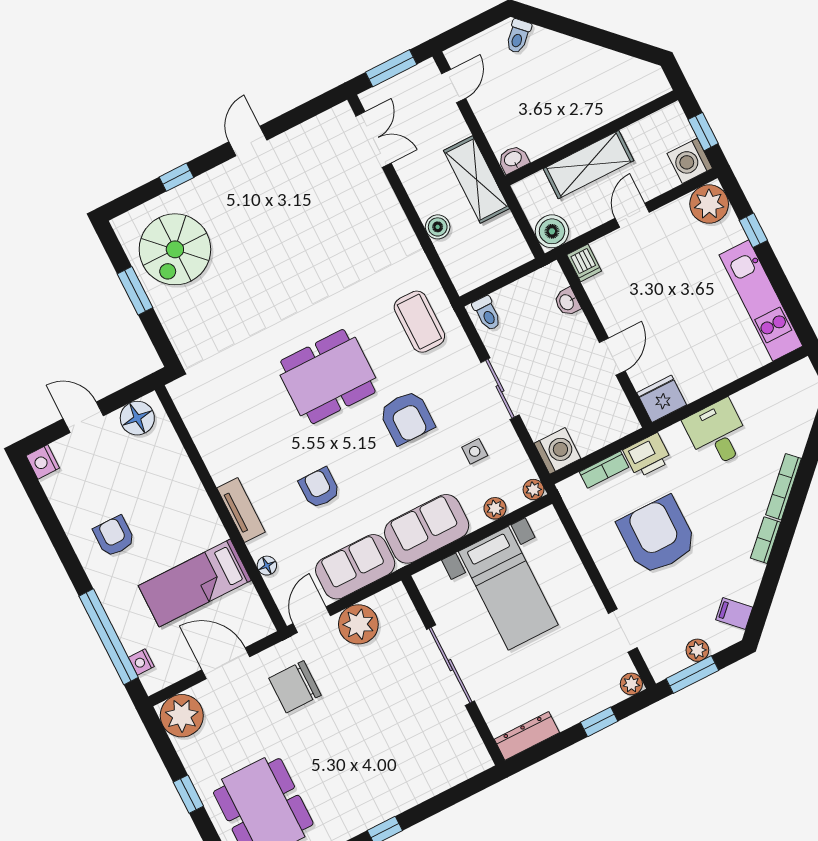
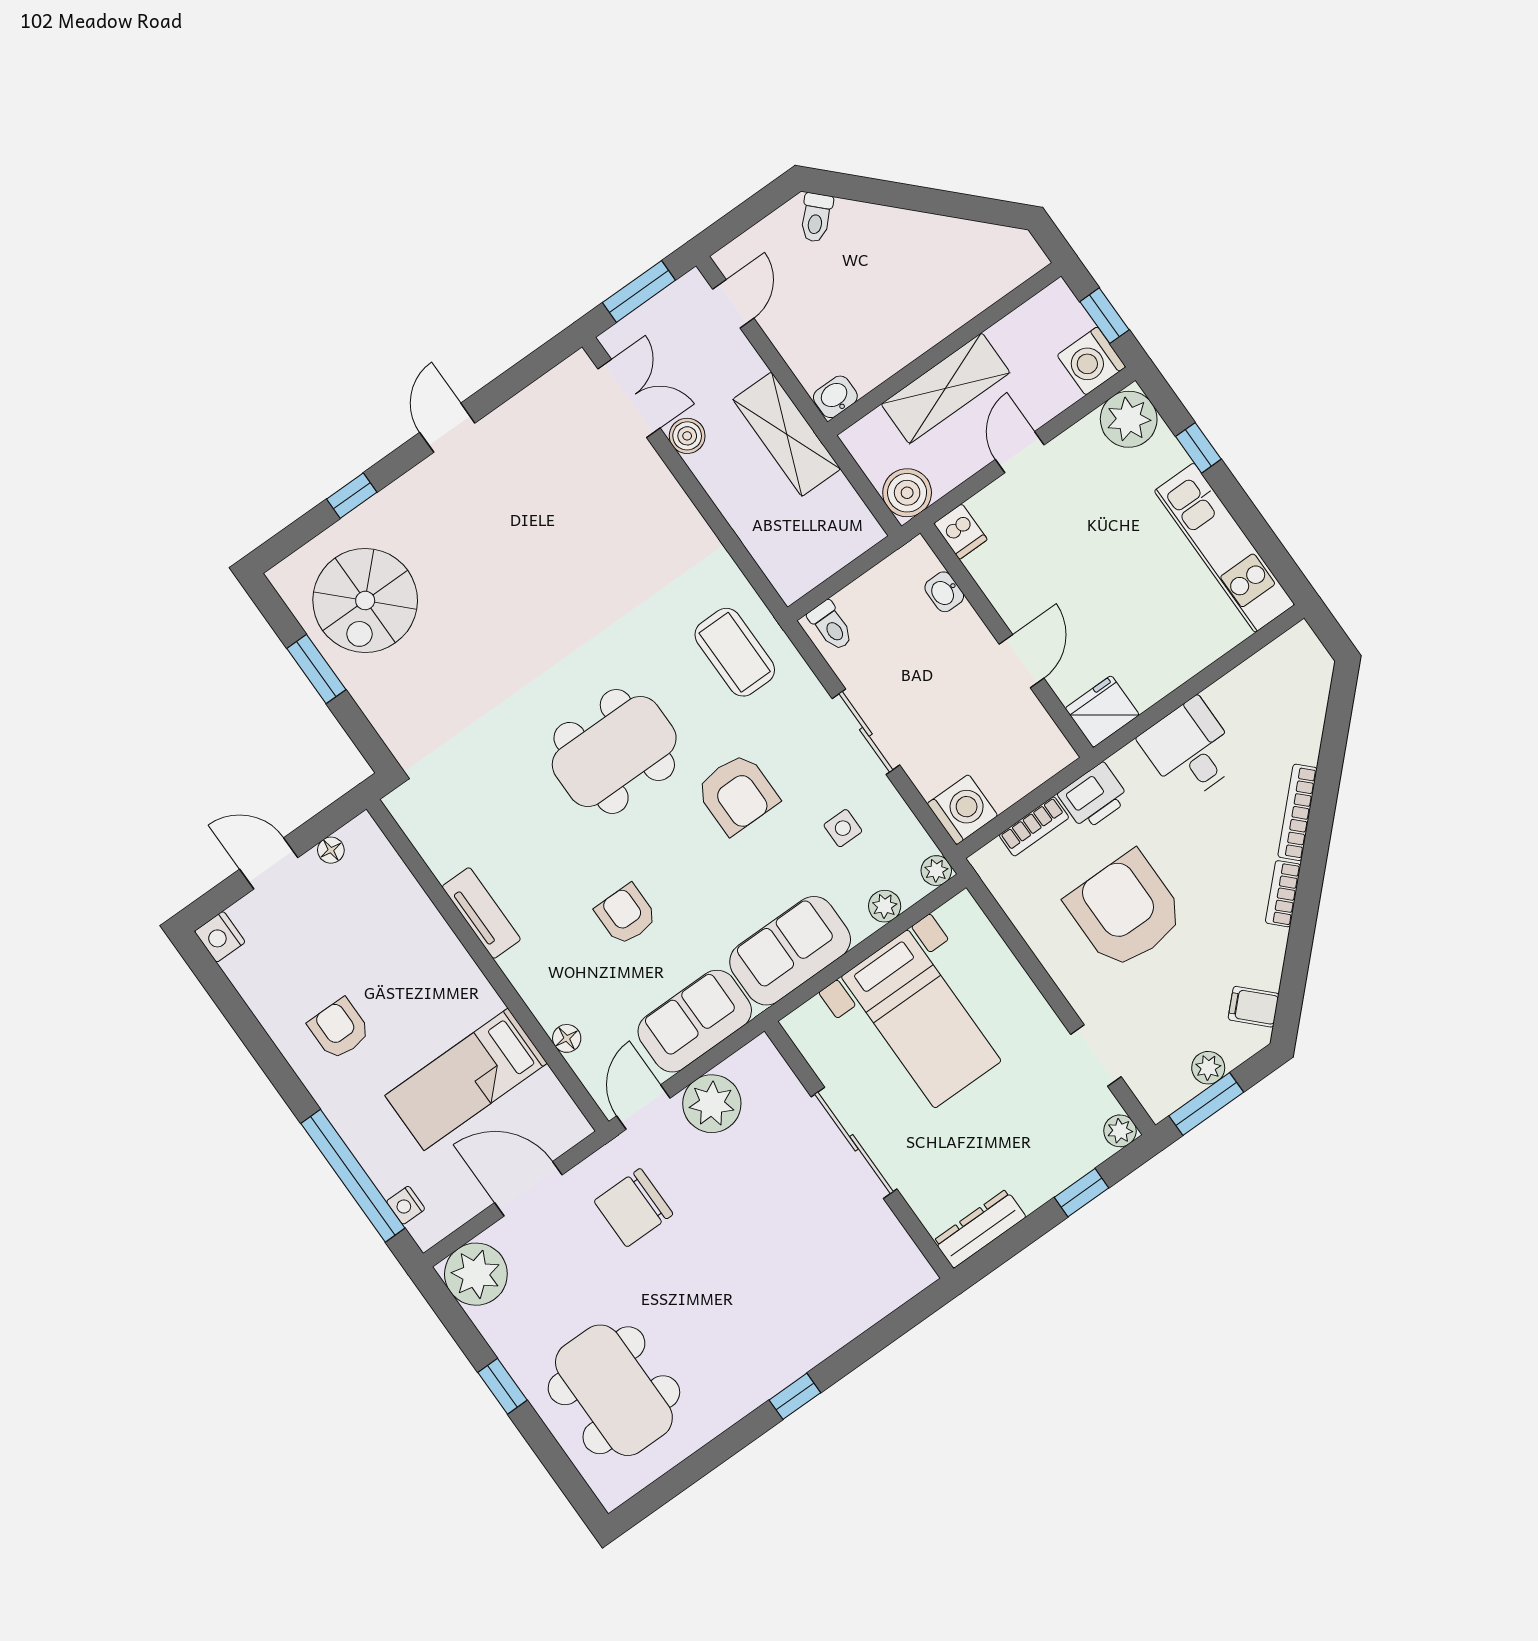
boiler: (438, 227) -> (687, 436), moved
floor lamp: (137, 418) -> (331, 850), width x0.53, depth x0.53
tv unit: (241, 510) -> (481, 913), moved

